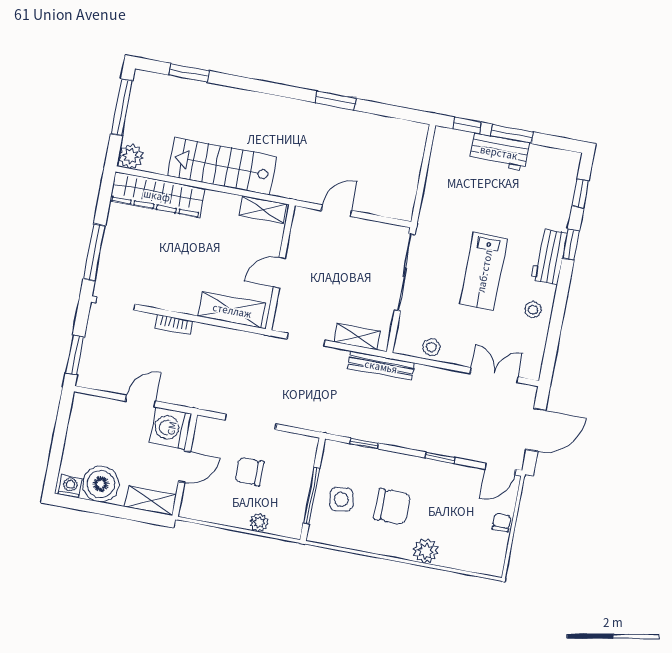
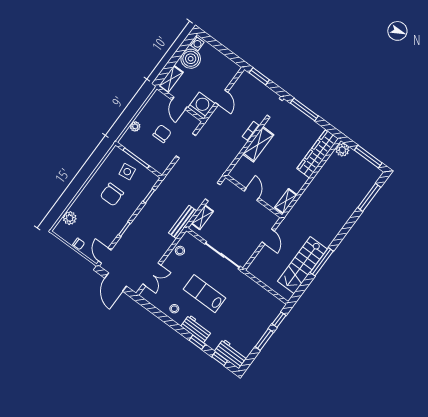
window: (189, 73) -> (369, 197), width x1.44
window: (336, 101) -> (322, 262), width x1.44
workbench: (499, 152) -> (231, 354), moved, turned 90
stairs: (222, 166) -> (302, 265), moved, turned 180
shelving: (232, 310) -> (258, 144), moved
plant: (426, 551) -> (70, 218), moved

